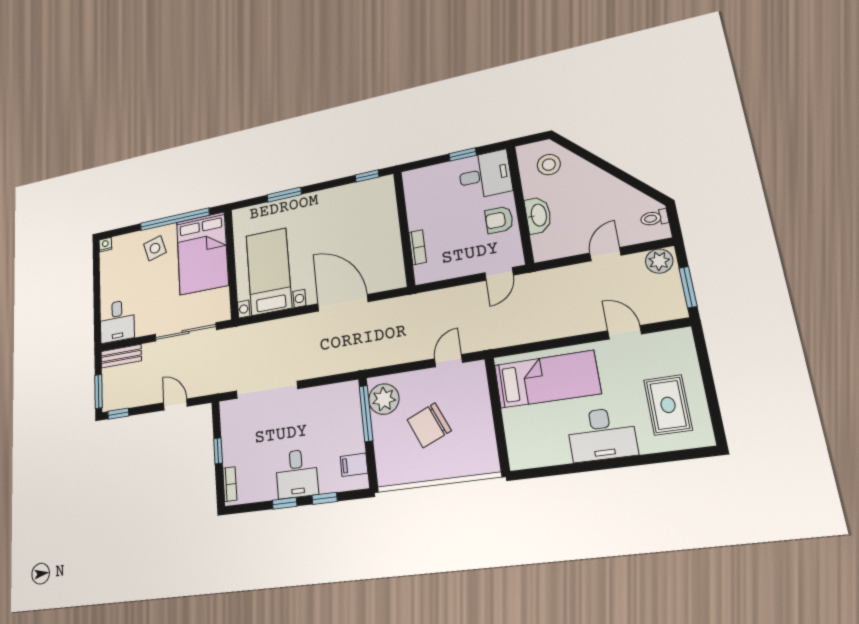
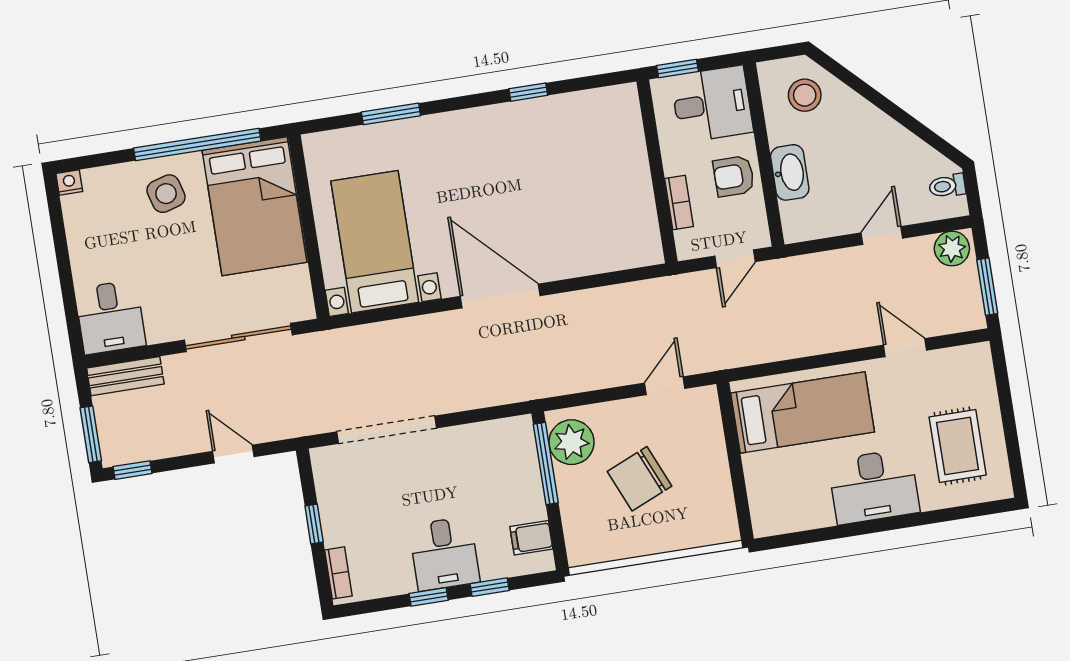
wall: (404, 228) -> (657, 171), moved
bookcase: (418, 247) -> (679, 202), moved

